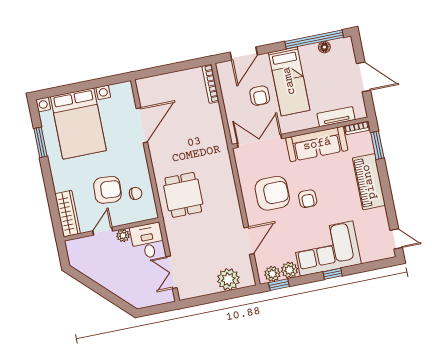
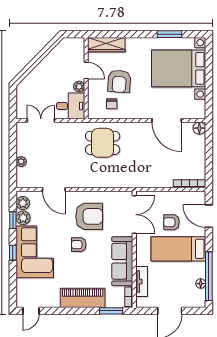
floor lamp: (143, 85) -> (199, 128), added
armchair: (272, 193) -> (89, 216), turned -90
plant: (228, 279) -> (21, 162), width x0.53, depth x0.53
window: (279, 285) -> (13, 220), moved

